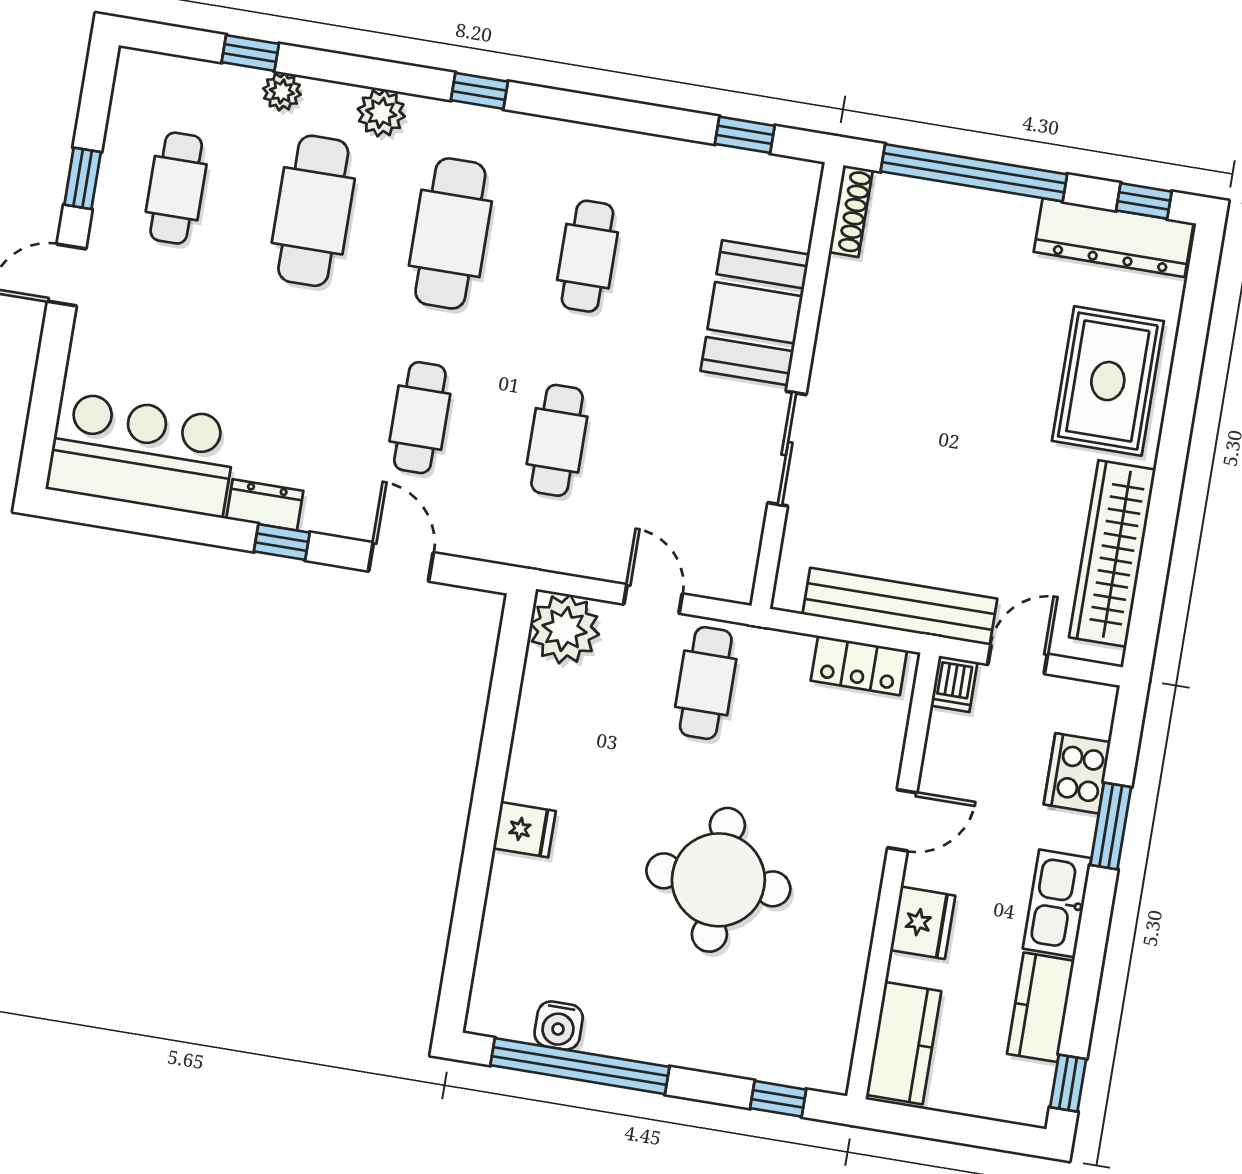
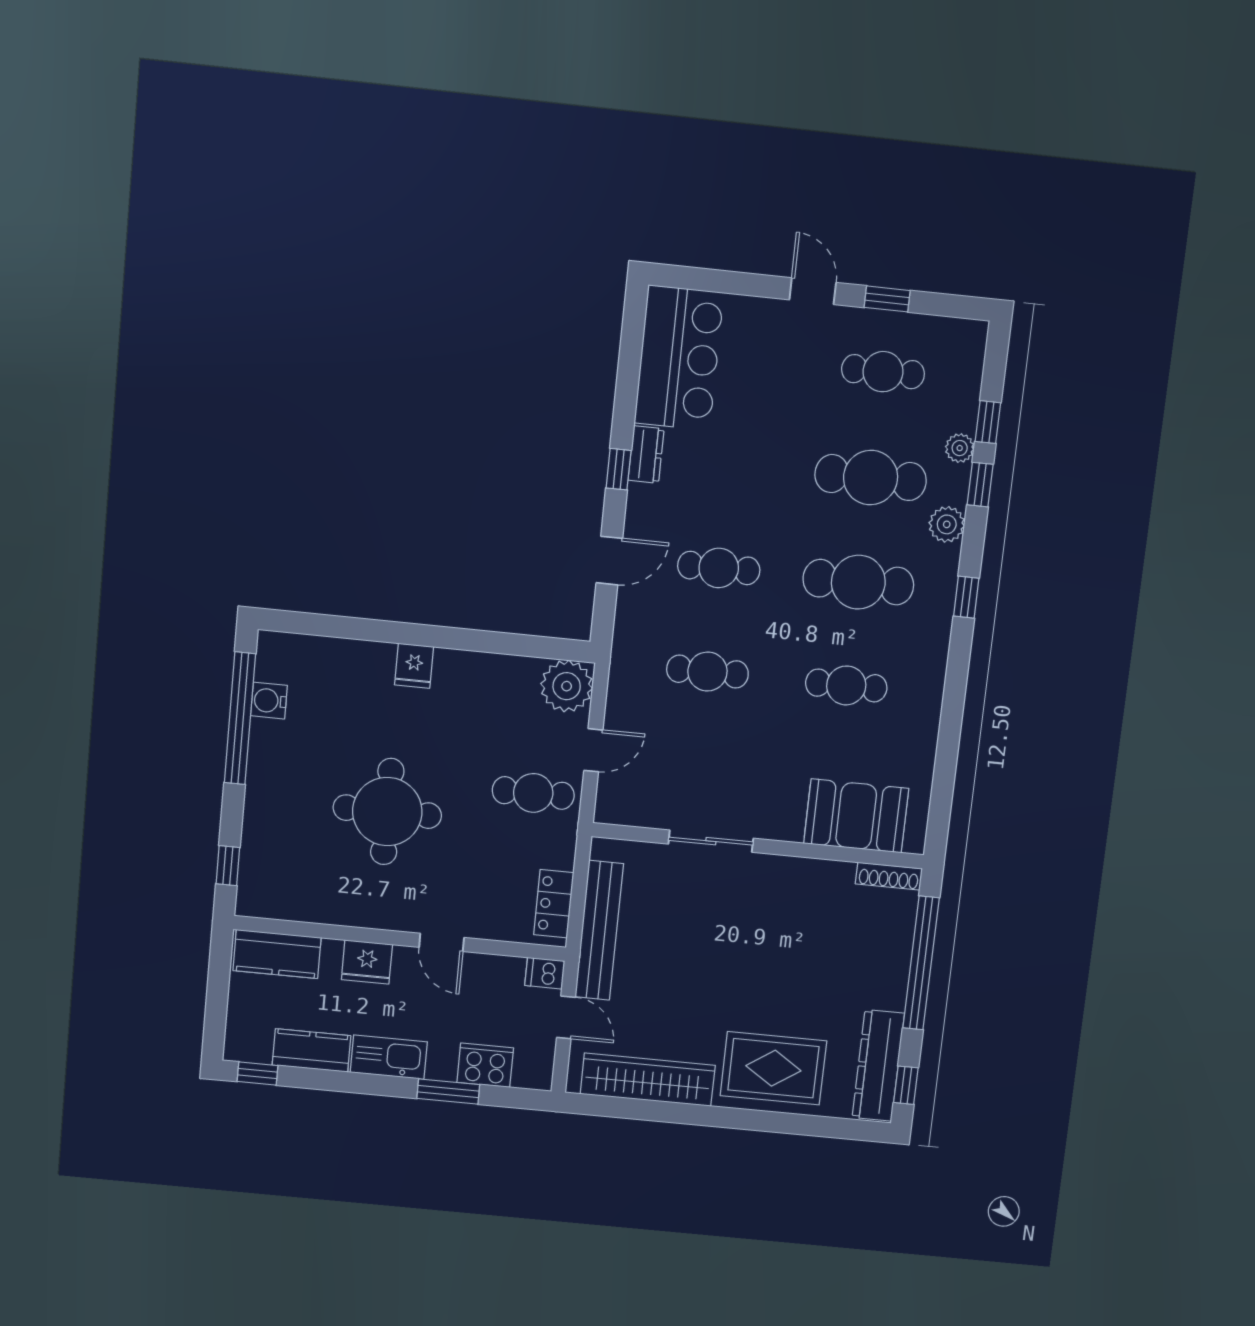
window: (745, 135) -> (980, 485), moved
booth: (755, 313) -> (856, 816), moved

